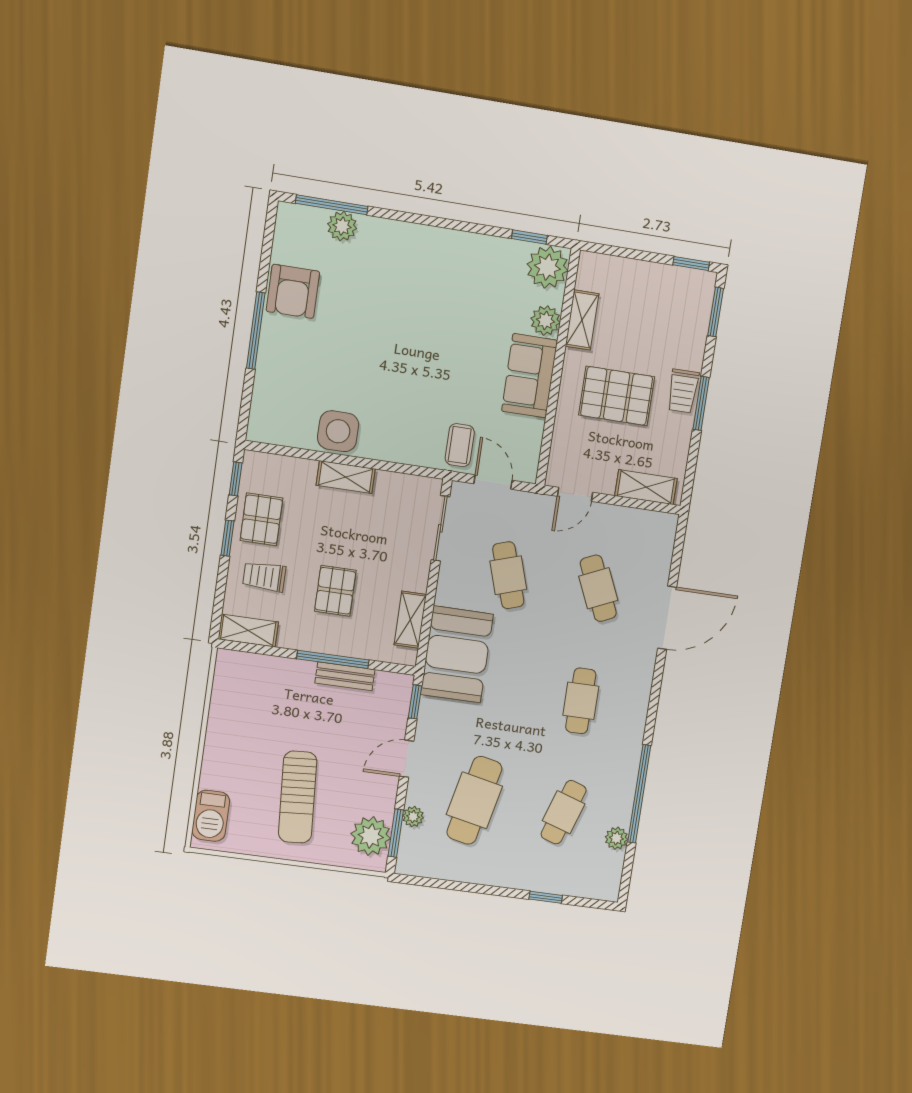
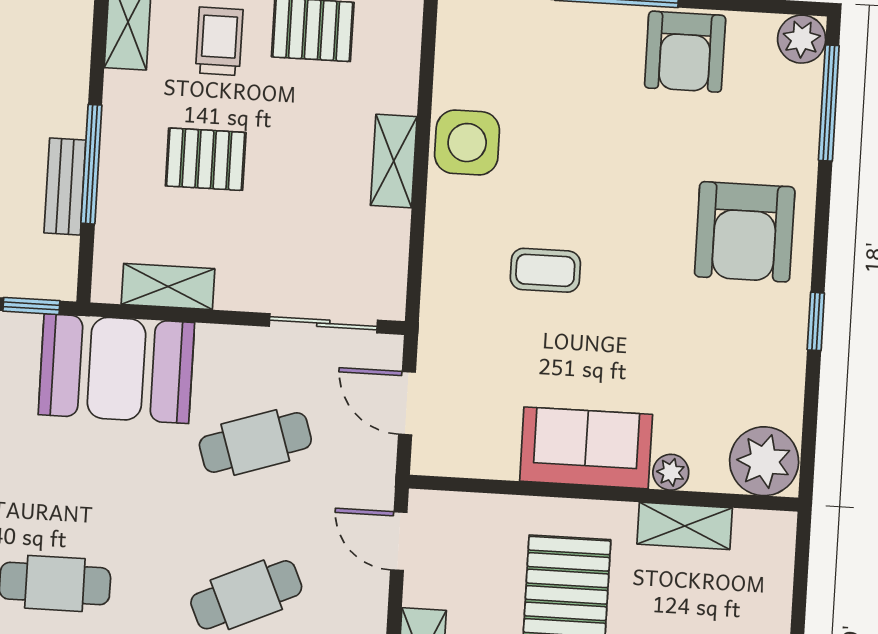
plant: (342, 226) -> (802, 39), moved
window: (529, 237) -> (816, 321), moved
armchair: (407, 265) -> (745, 232), added
armchair: (293, 291) -> (685, 52), turned -90
plant: (546, 321) -> (671, 472), width x0.73, depth x0.73
coffee table: (460, 445) -> (545, 270), moved
door: (493, 482) -> (407, 403), swing flipped

